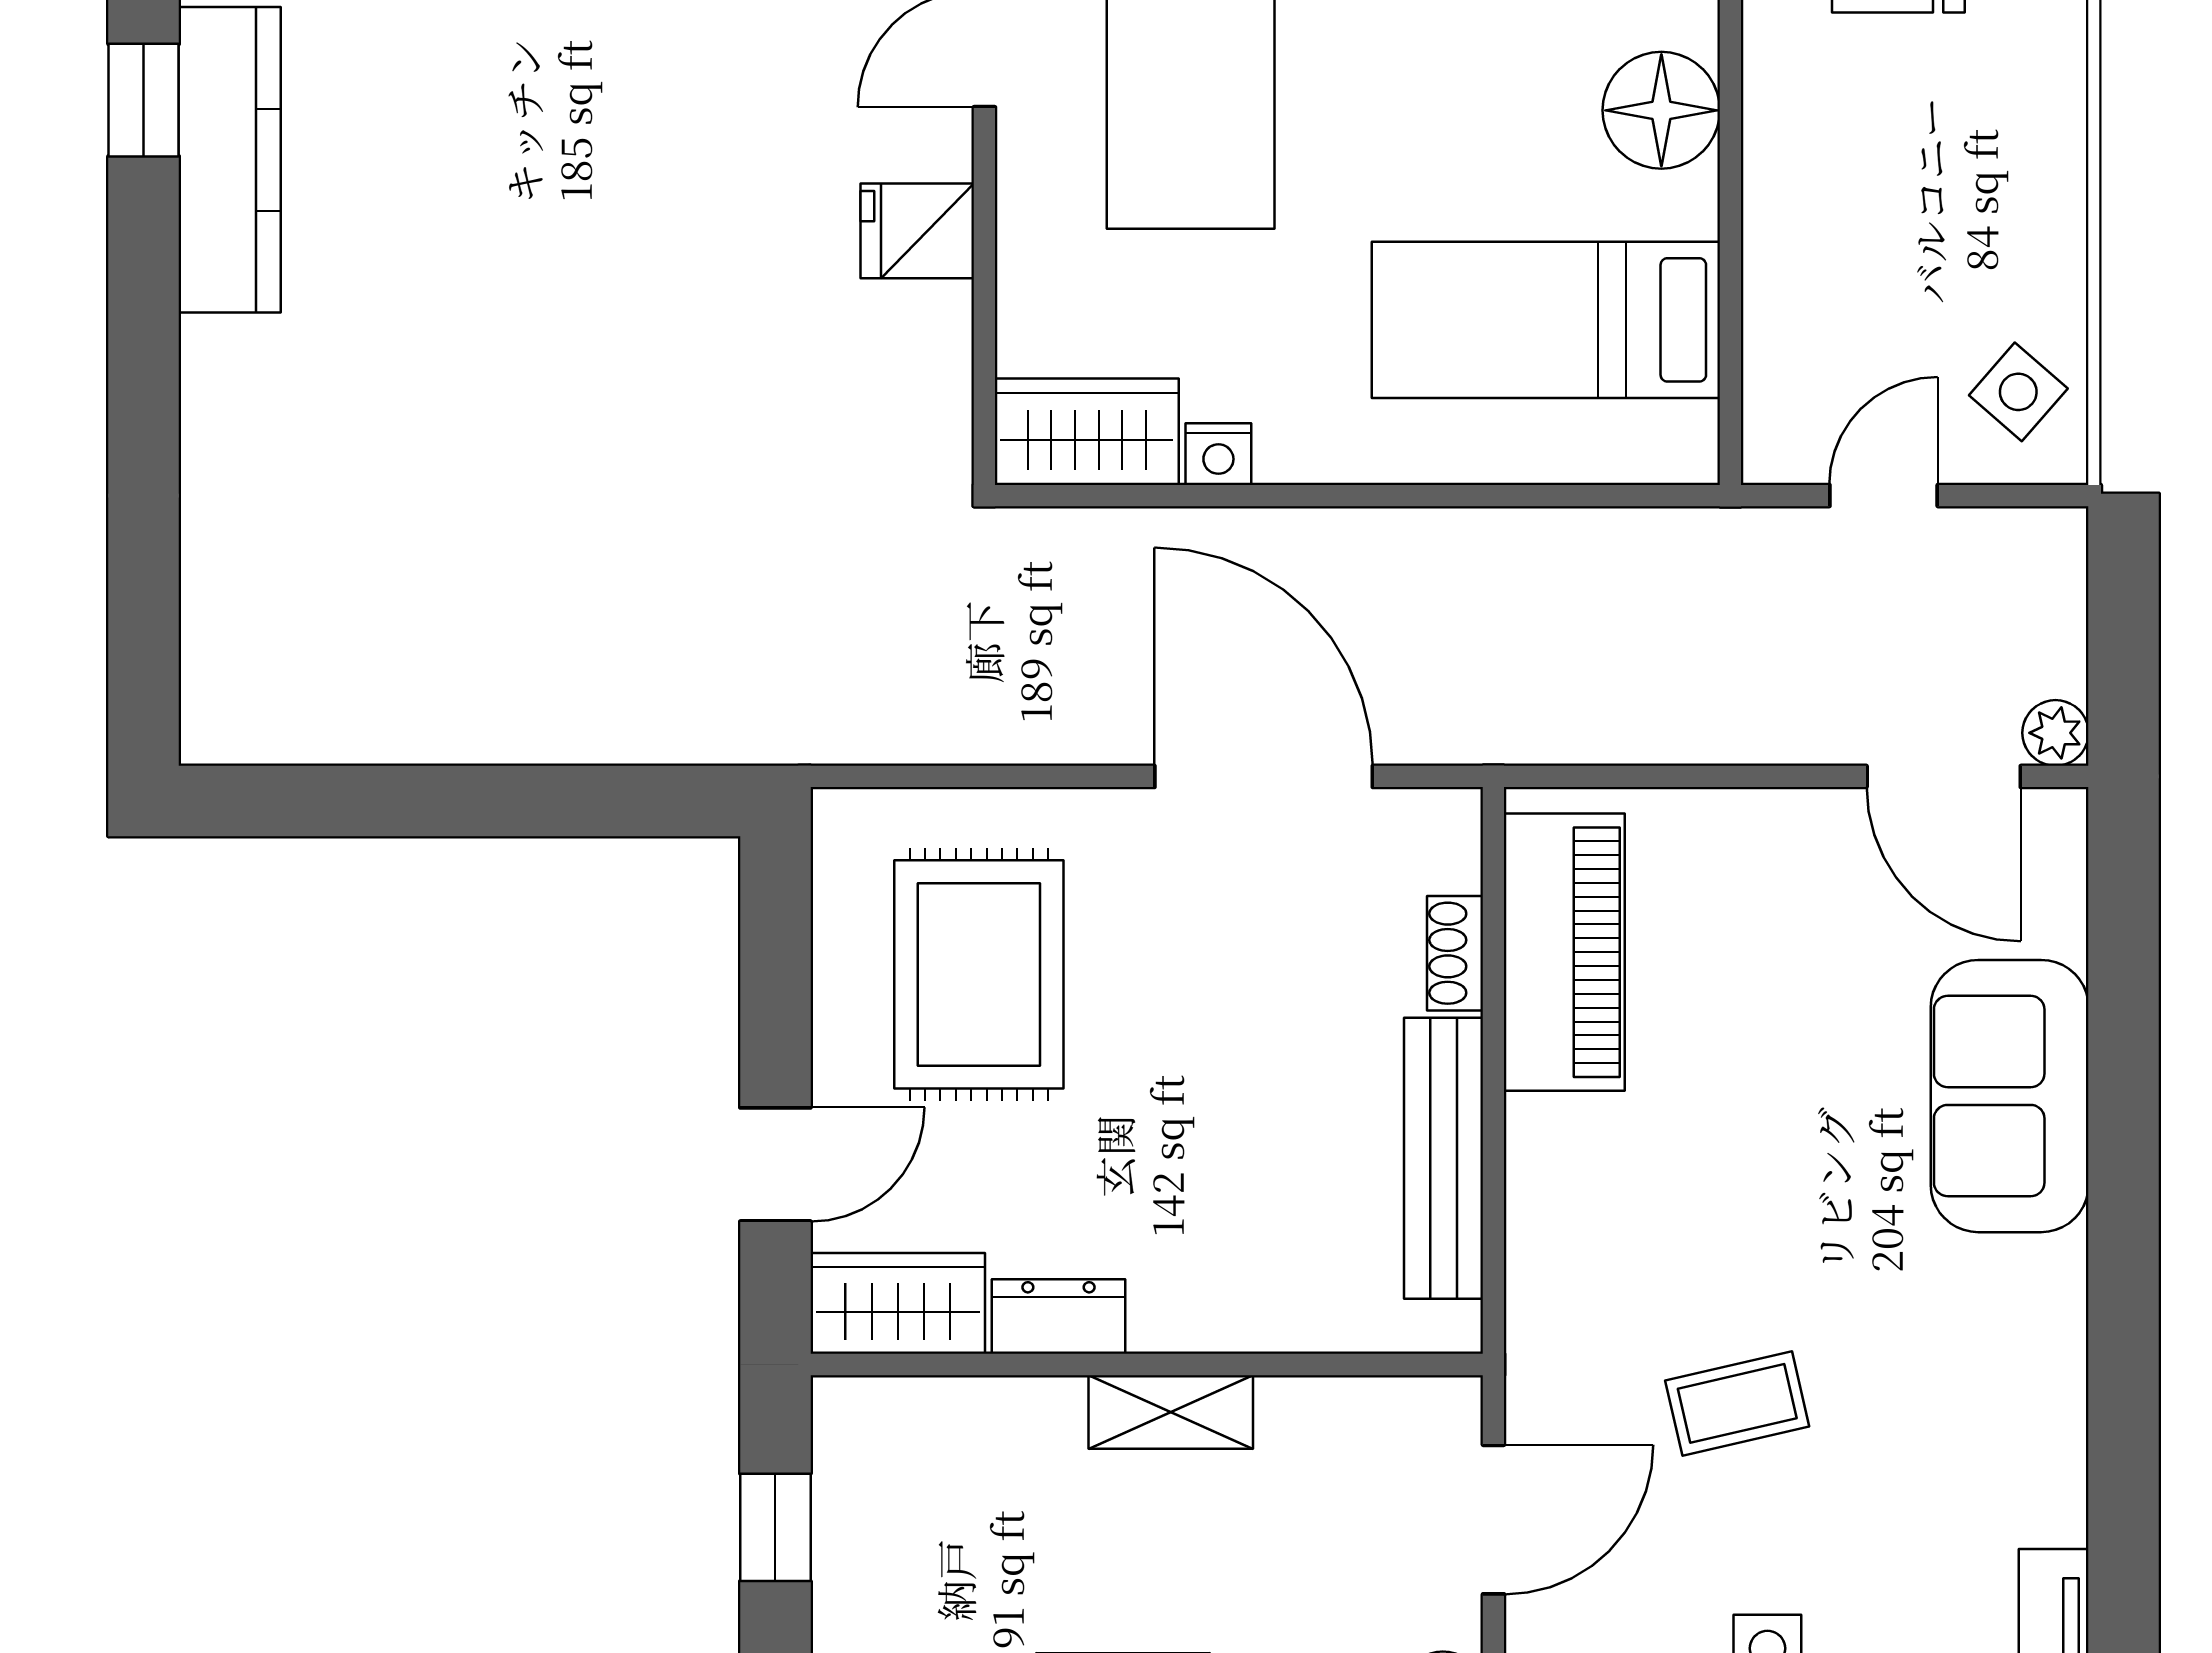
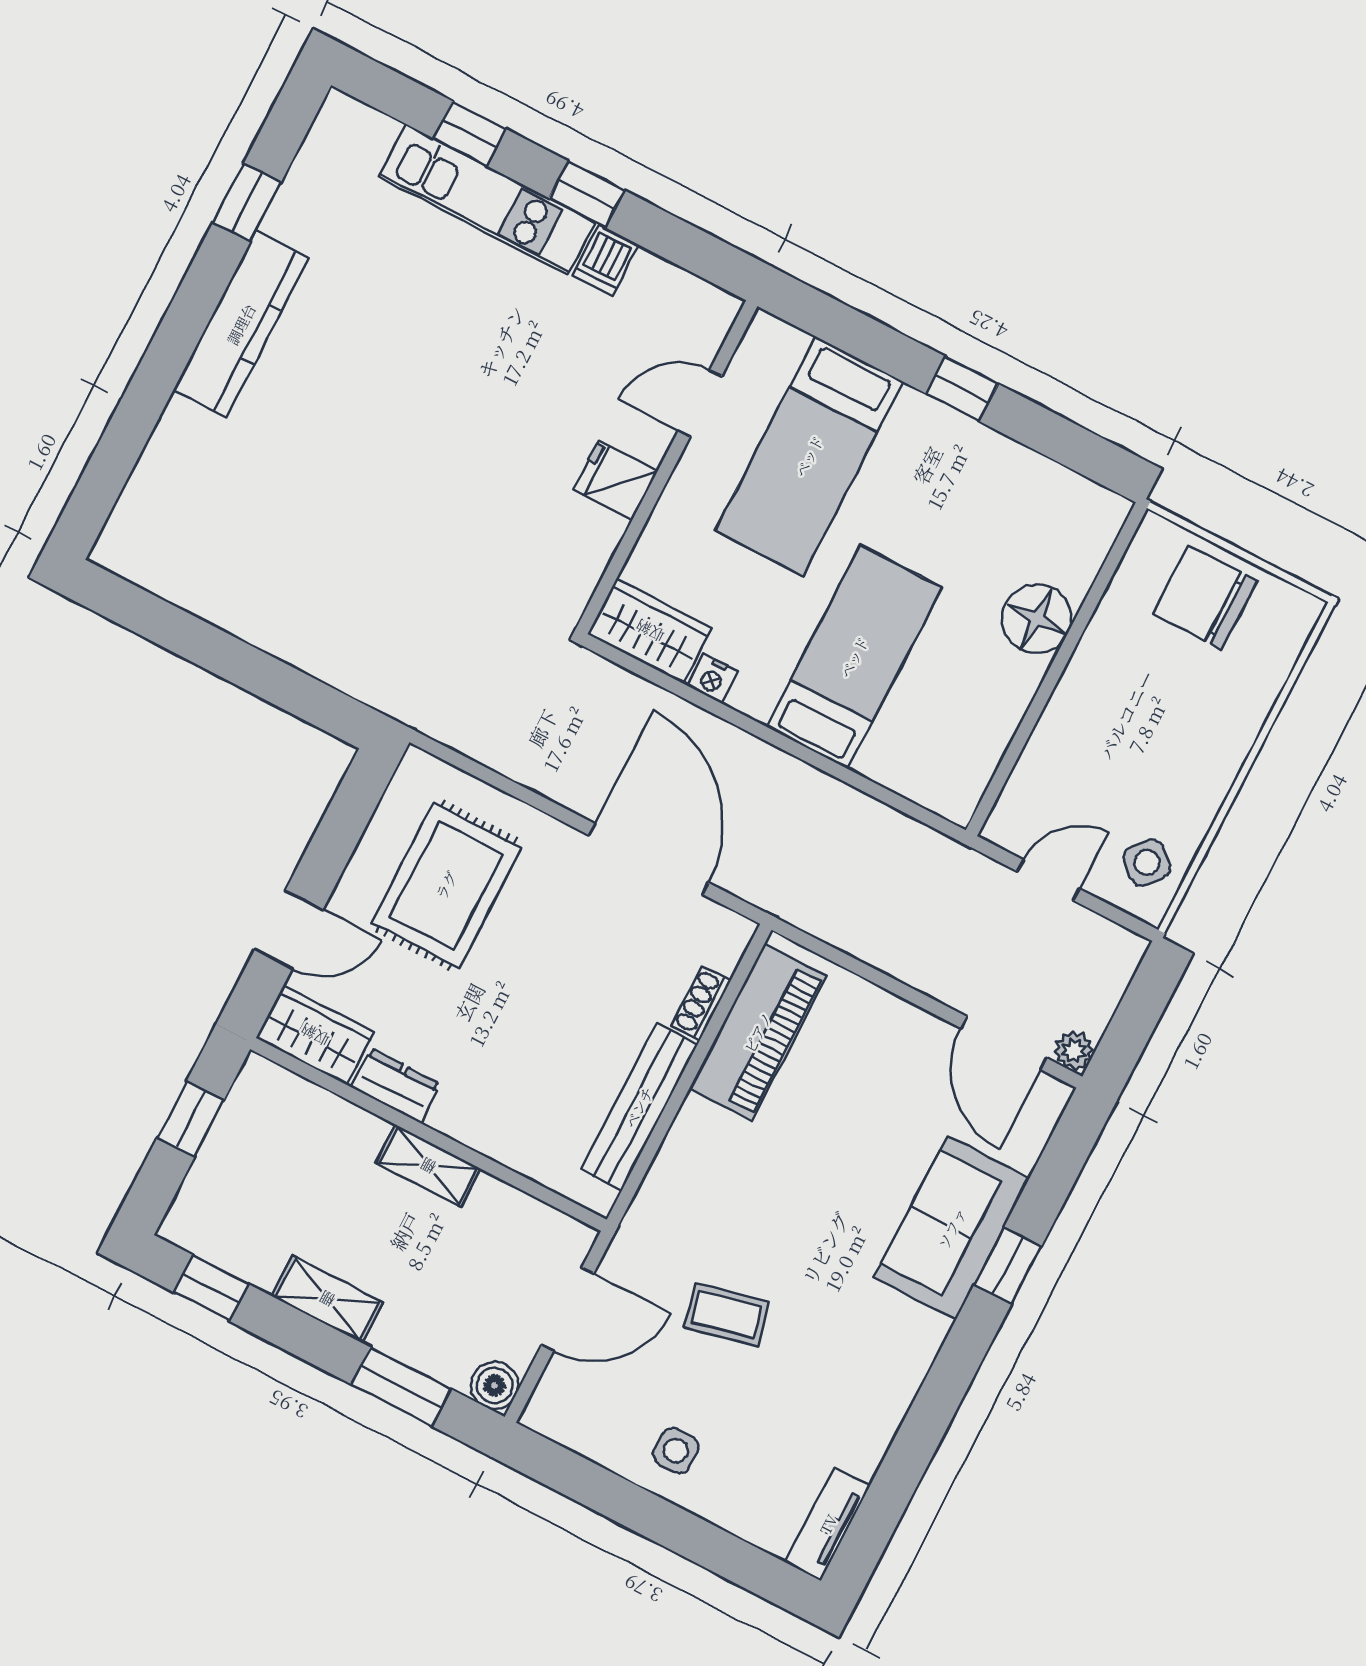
kitchen counter: (230, 160) -> (241, 324), moved
bed: (1546, 320) -> (854, 657), moved, turned 90
window: (2124, 1109) -> (1008, 1265), added

